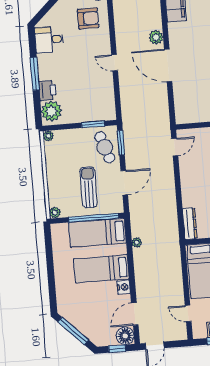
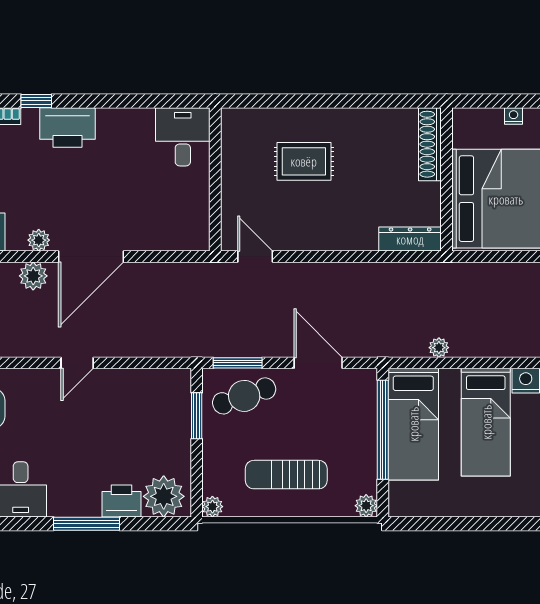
plant: (174, 39) -> (39, 240), added
sun lounger: (88, 187) -> (286, 475), moved

